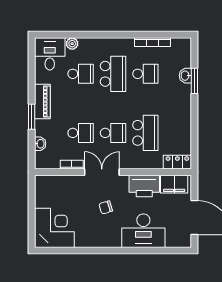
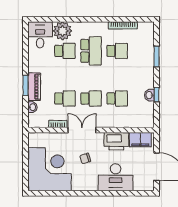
plant: (72, 44) -> (62, 31), width x1.87, depth x1.87
washbasin: (185, 76) -> (149, 95), moved
piano: (42, 102) -> (34, 87), moved
window: (194, 128) -> (157, 95), added
school desk: (145, 133) -> (117, 98), width x0.54
locker: (177, 162) -> (143, 122), removed
corner desk: (54, 228) -> (50, 169), width x1.36, depth x1.36

